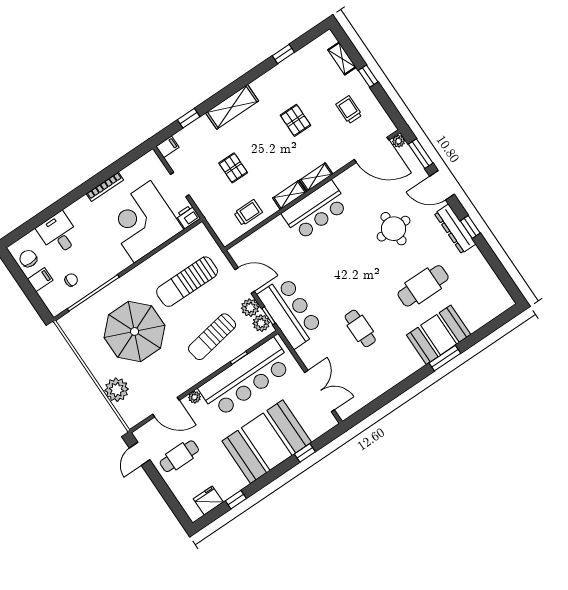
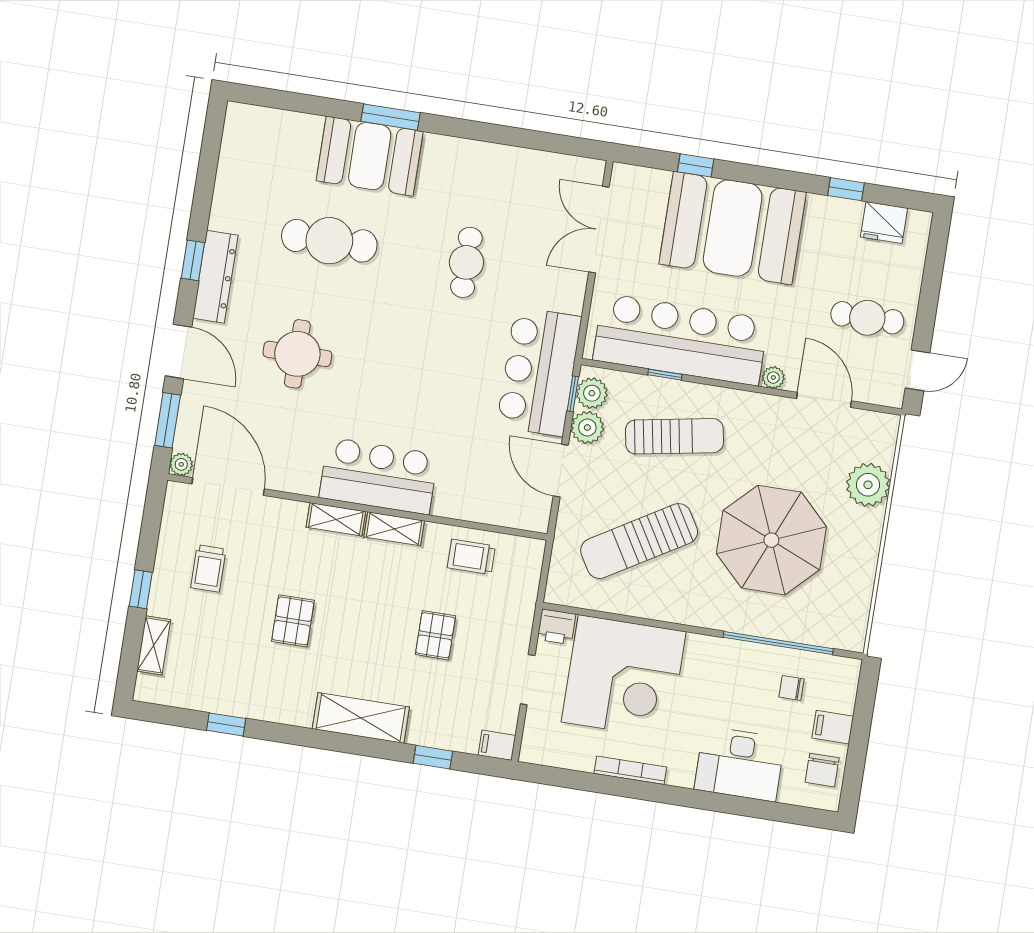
desk: (58, 234) -> (740, 764), width x1.37
sun lounger: (187, 282) -> (639, 541), turned 149

